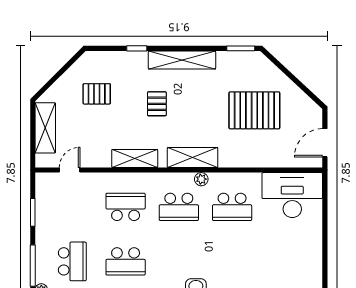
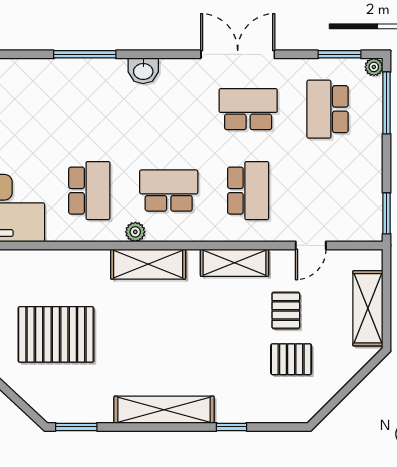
pallet: (157, 104) -> (286, 310), moved
door: (70, 170) -> (311, 245), moved
school desk: (126, 207) -> (248, 191), turned -90
school desk: (232, 207) -> (89, 191), turned 90
window: (33, 212) -> (387, 213), moved

